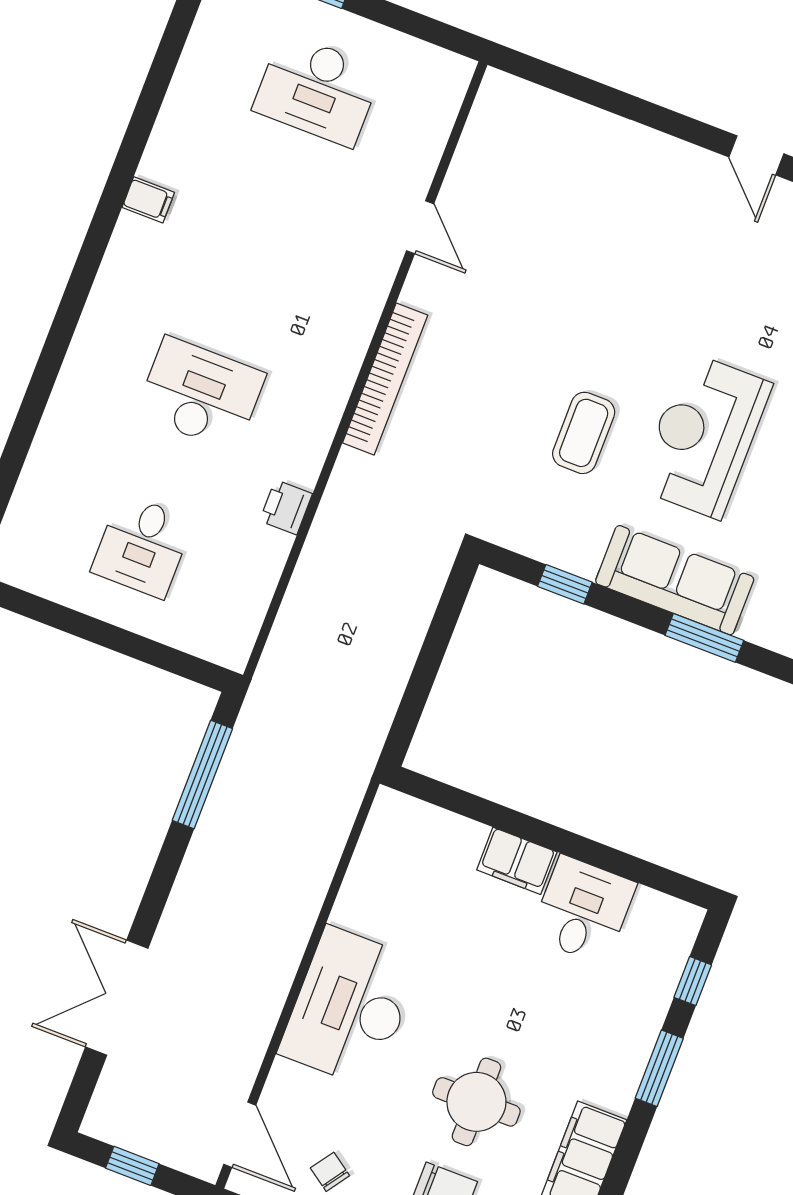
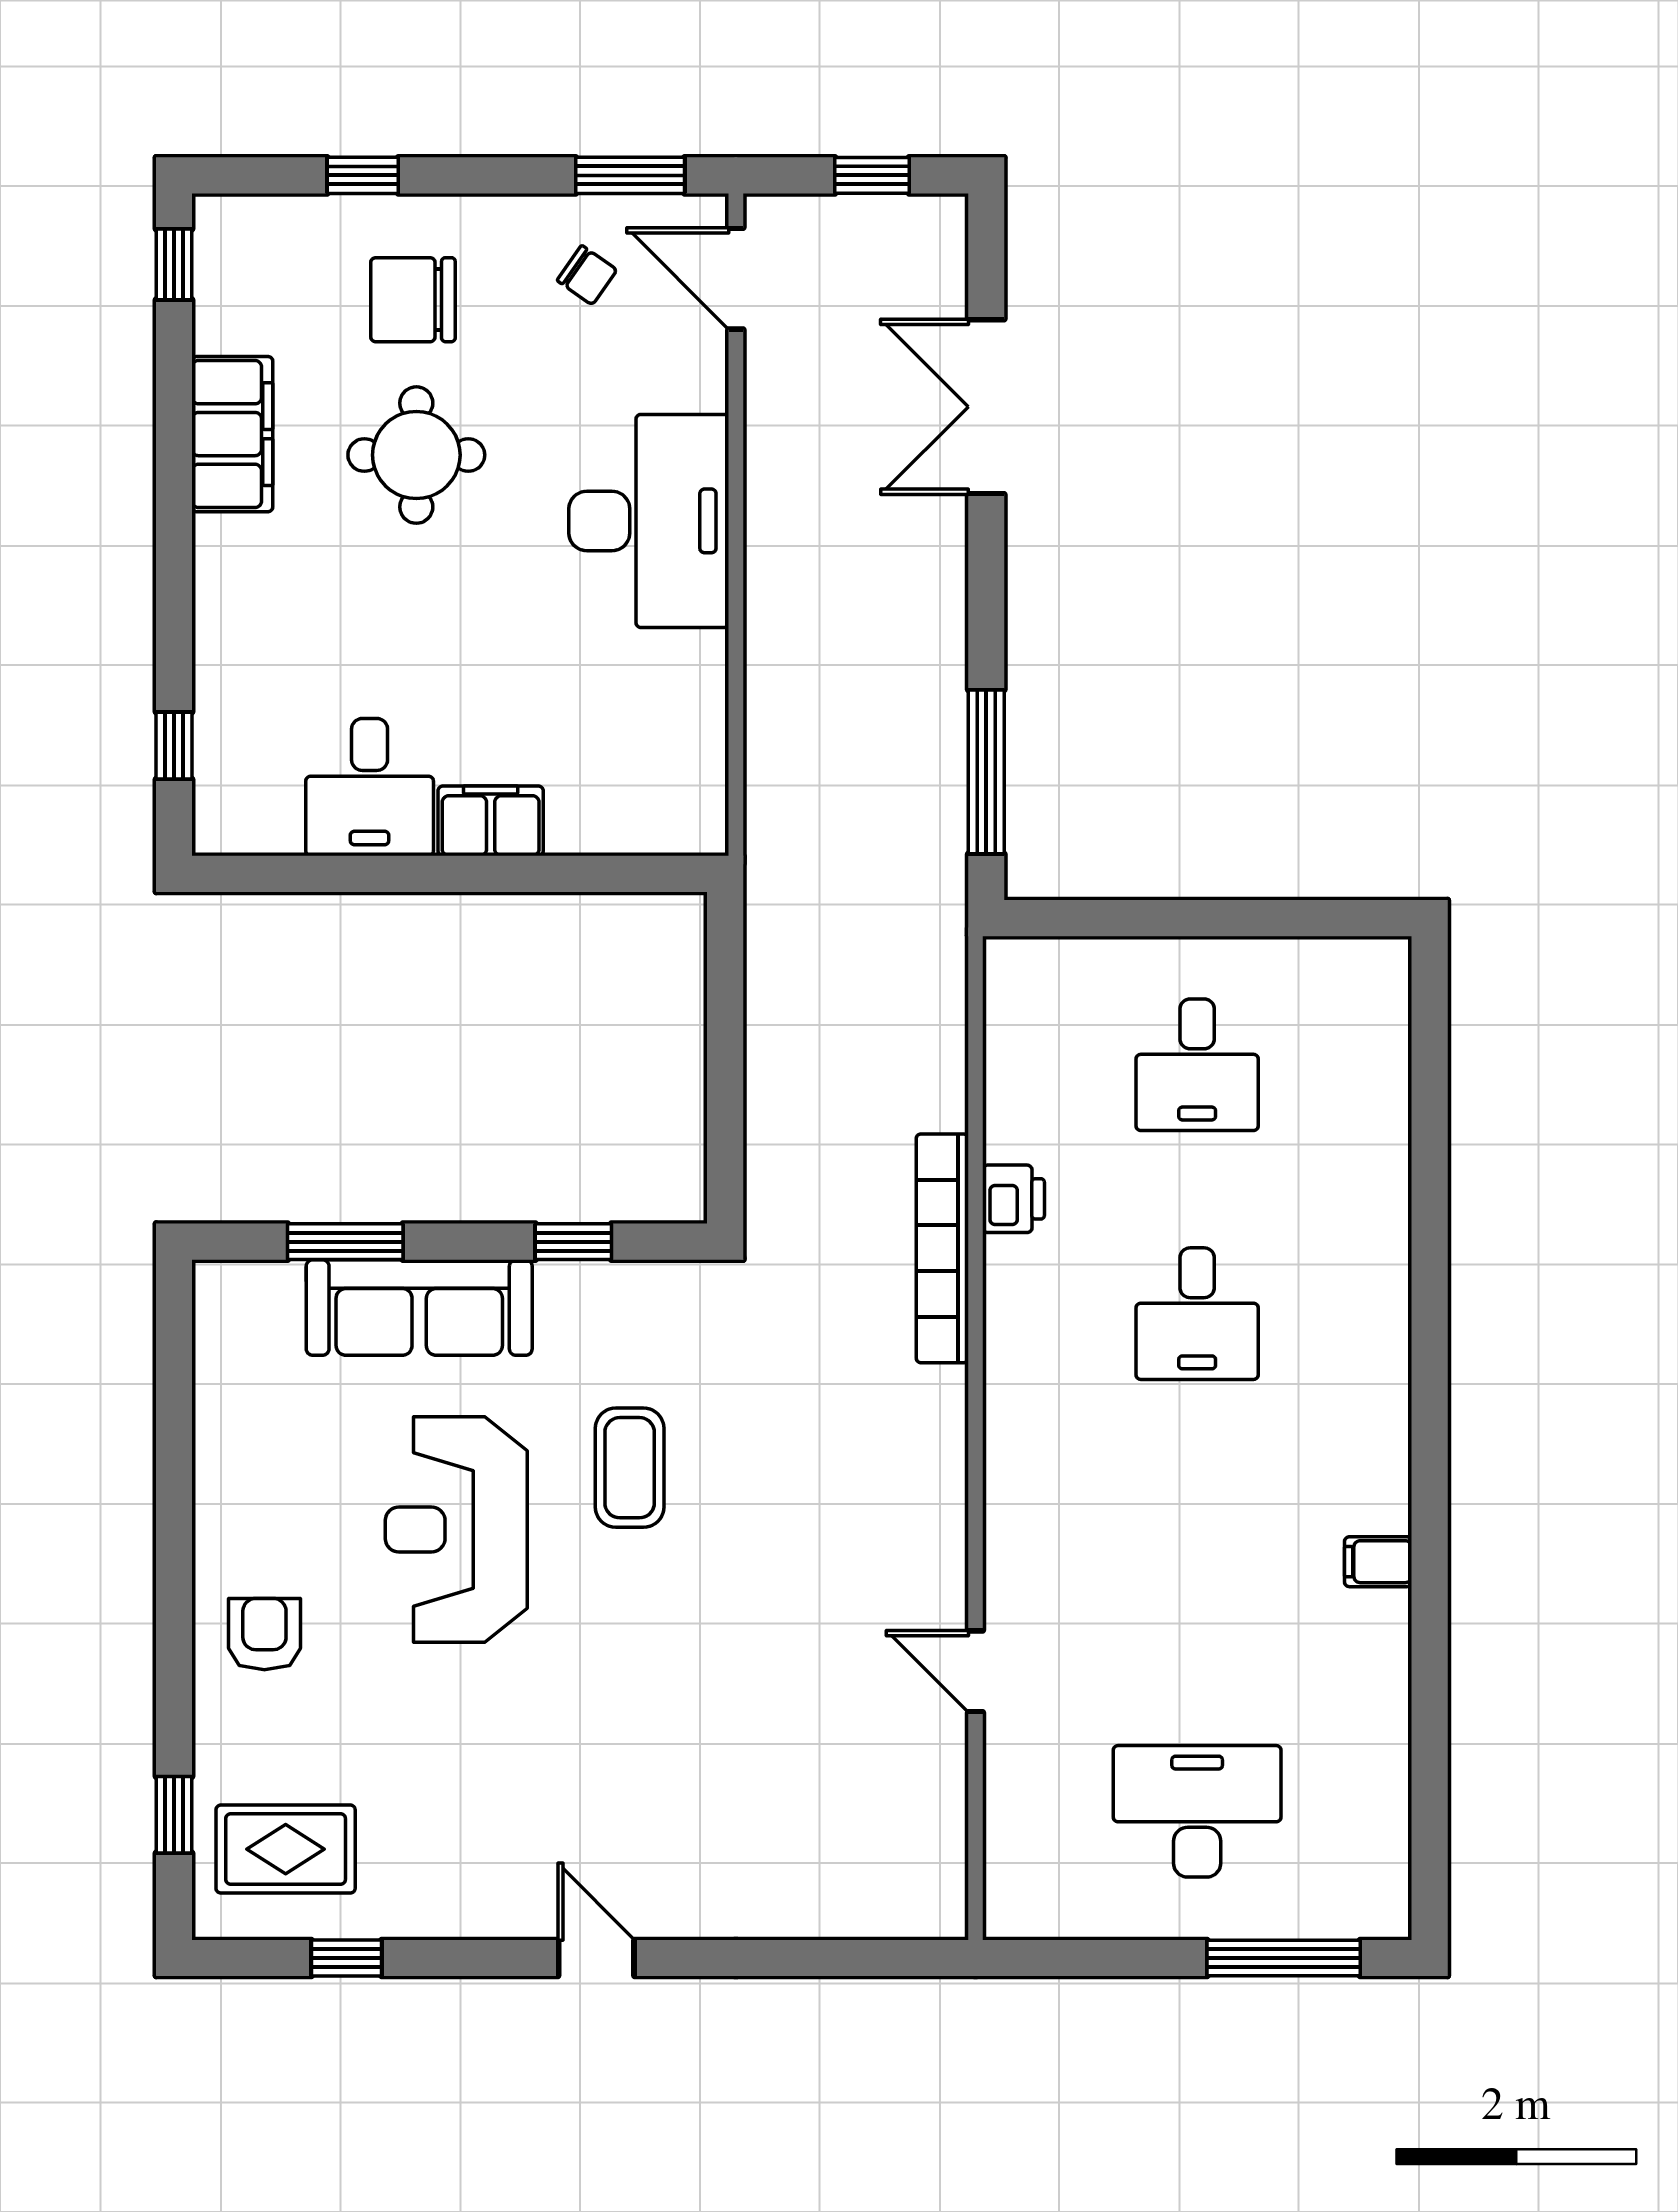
door: (756, 155) -> (596, 1958), moved
bookcase: (385, 379) -> (942, 1248), moved
desk: (201, 394) -> (1197, 1314), width x0.73
reception desk: (704, 436) -> (456, 1529), turned 180
desk: (142, 546) -> (1197, 1065), turned 180
double door: (117, 998) -> (986, 407), swing flipped
window: (659, 1068) -> (174, 603), removed

